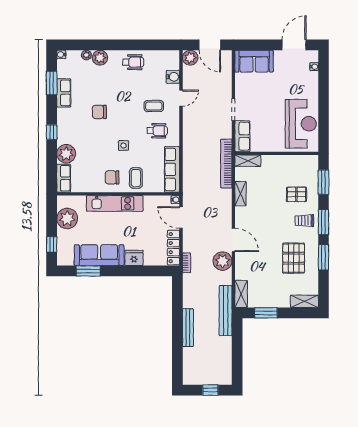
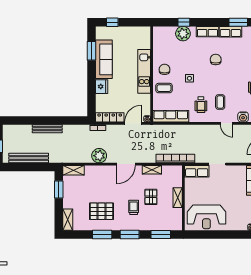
window: (52, 132) -> (184, 22), moved
shelving: (248, 161) -> (178, 198), moved
row of seats: (64, 178) -> (207, 32), moved
pallet: (296, 194) -> (151, 197), moved
plant: (67, 218) -> (132, 34), removed
trolley: (304, 221) -> (134, 207), moved
door: (233, 240) -> (126, 164), moved
bench: (226, 311) -> (29, 158), moved

